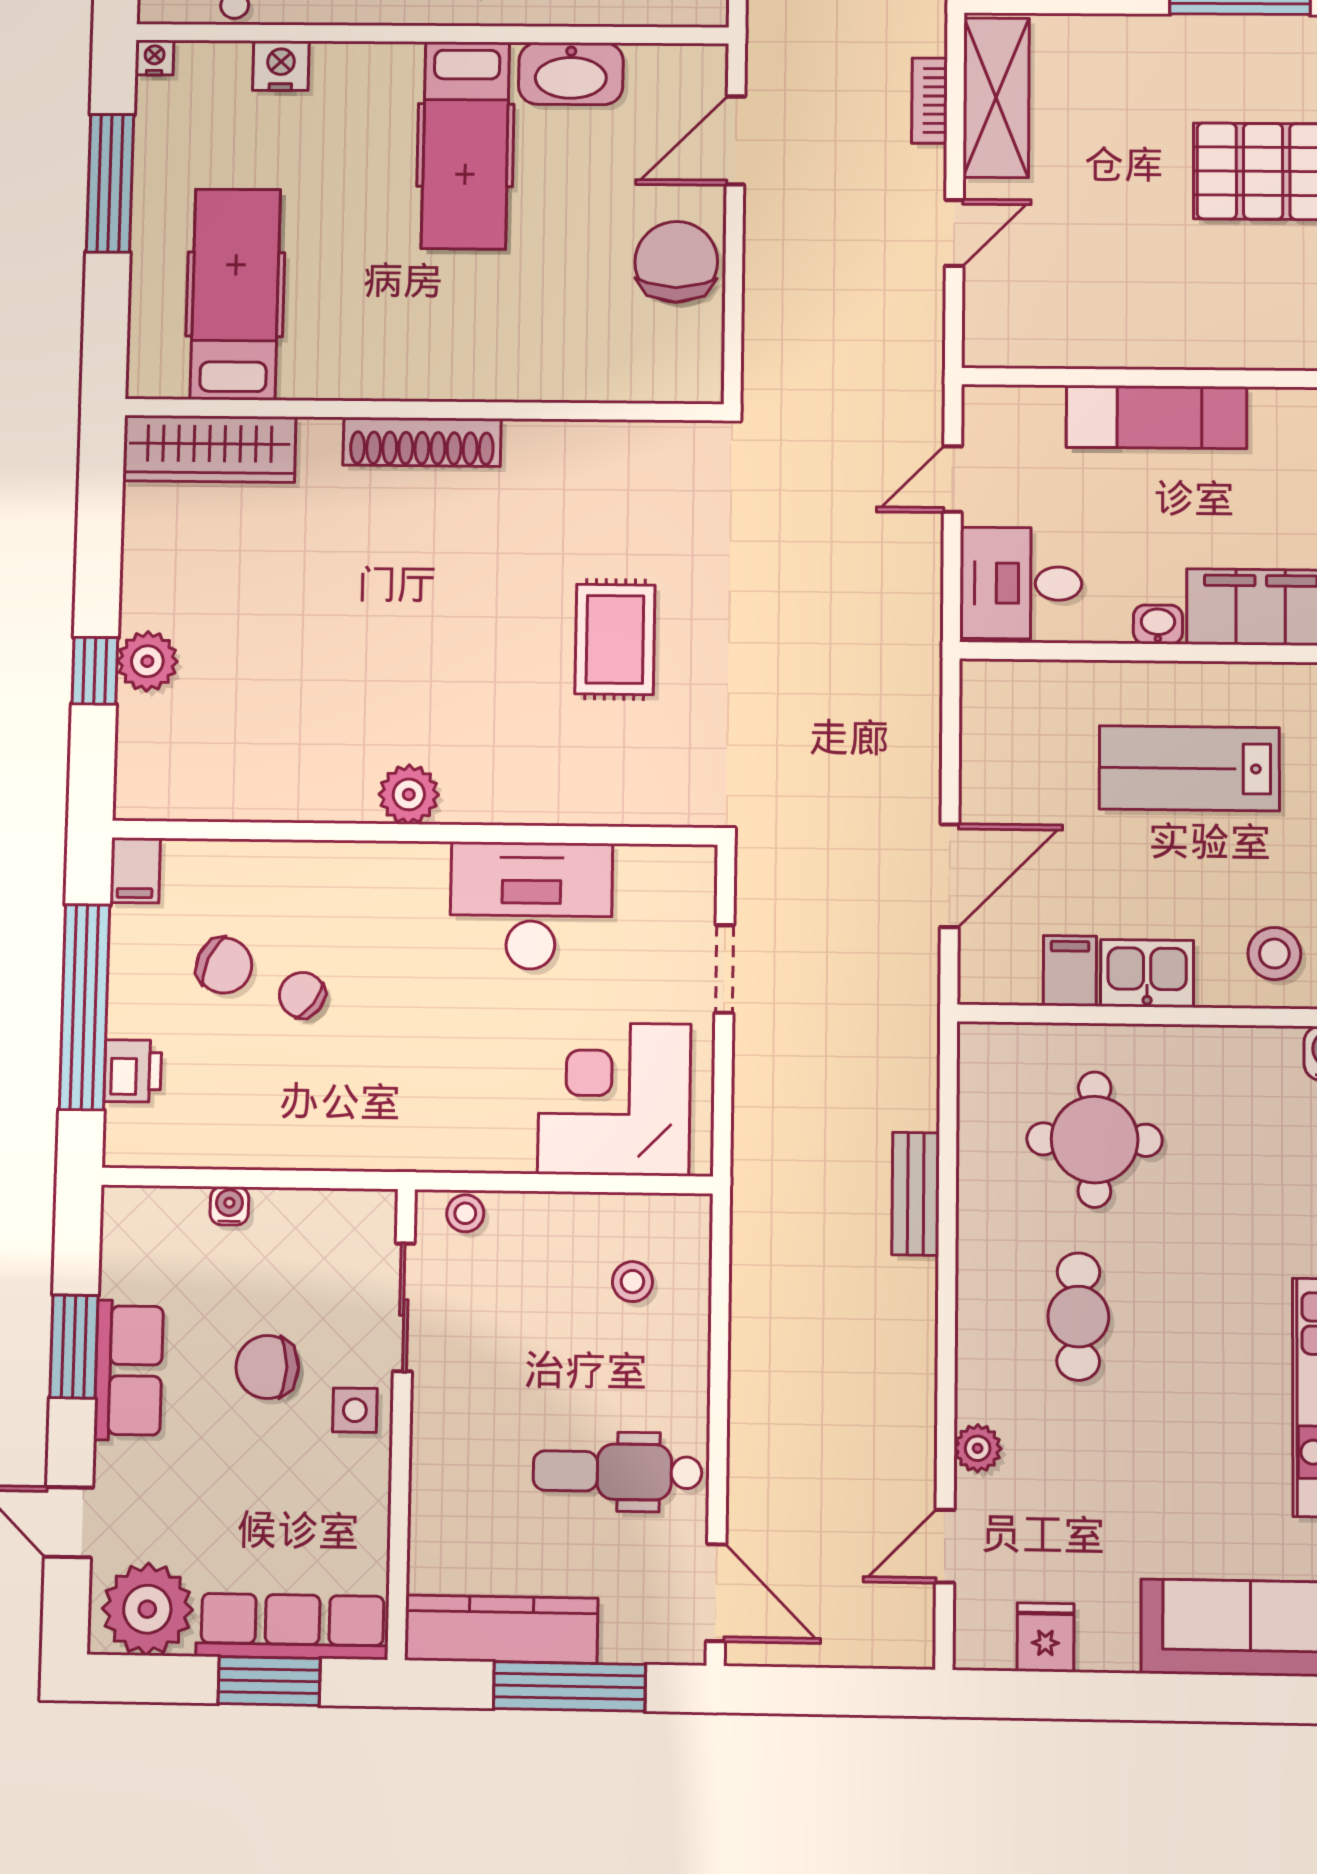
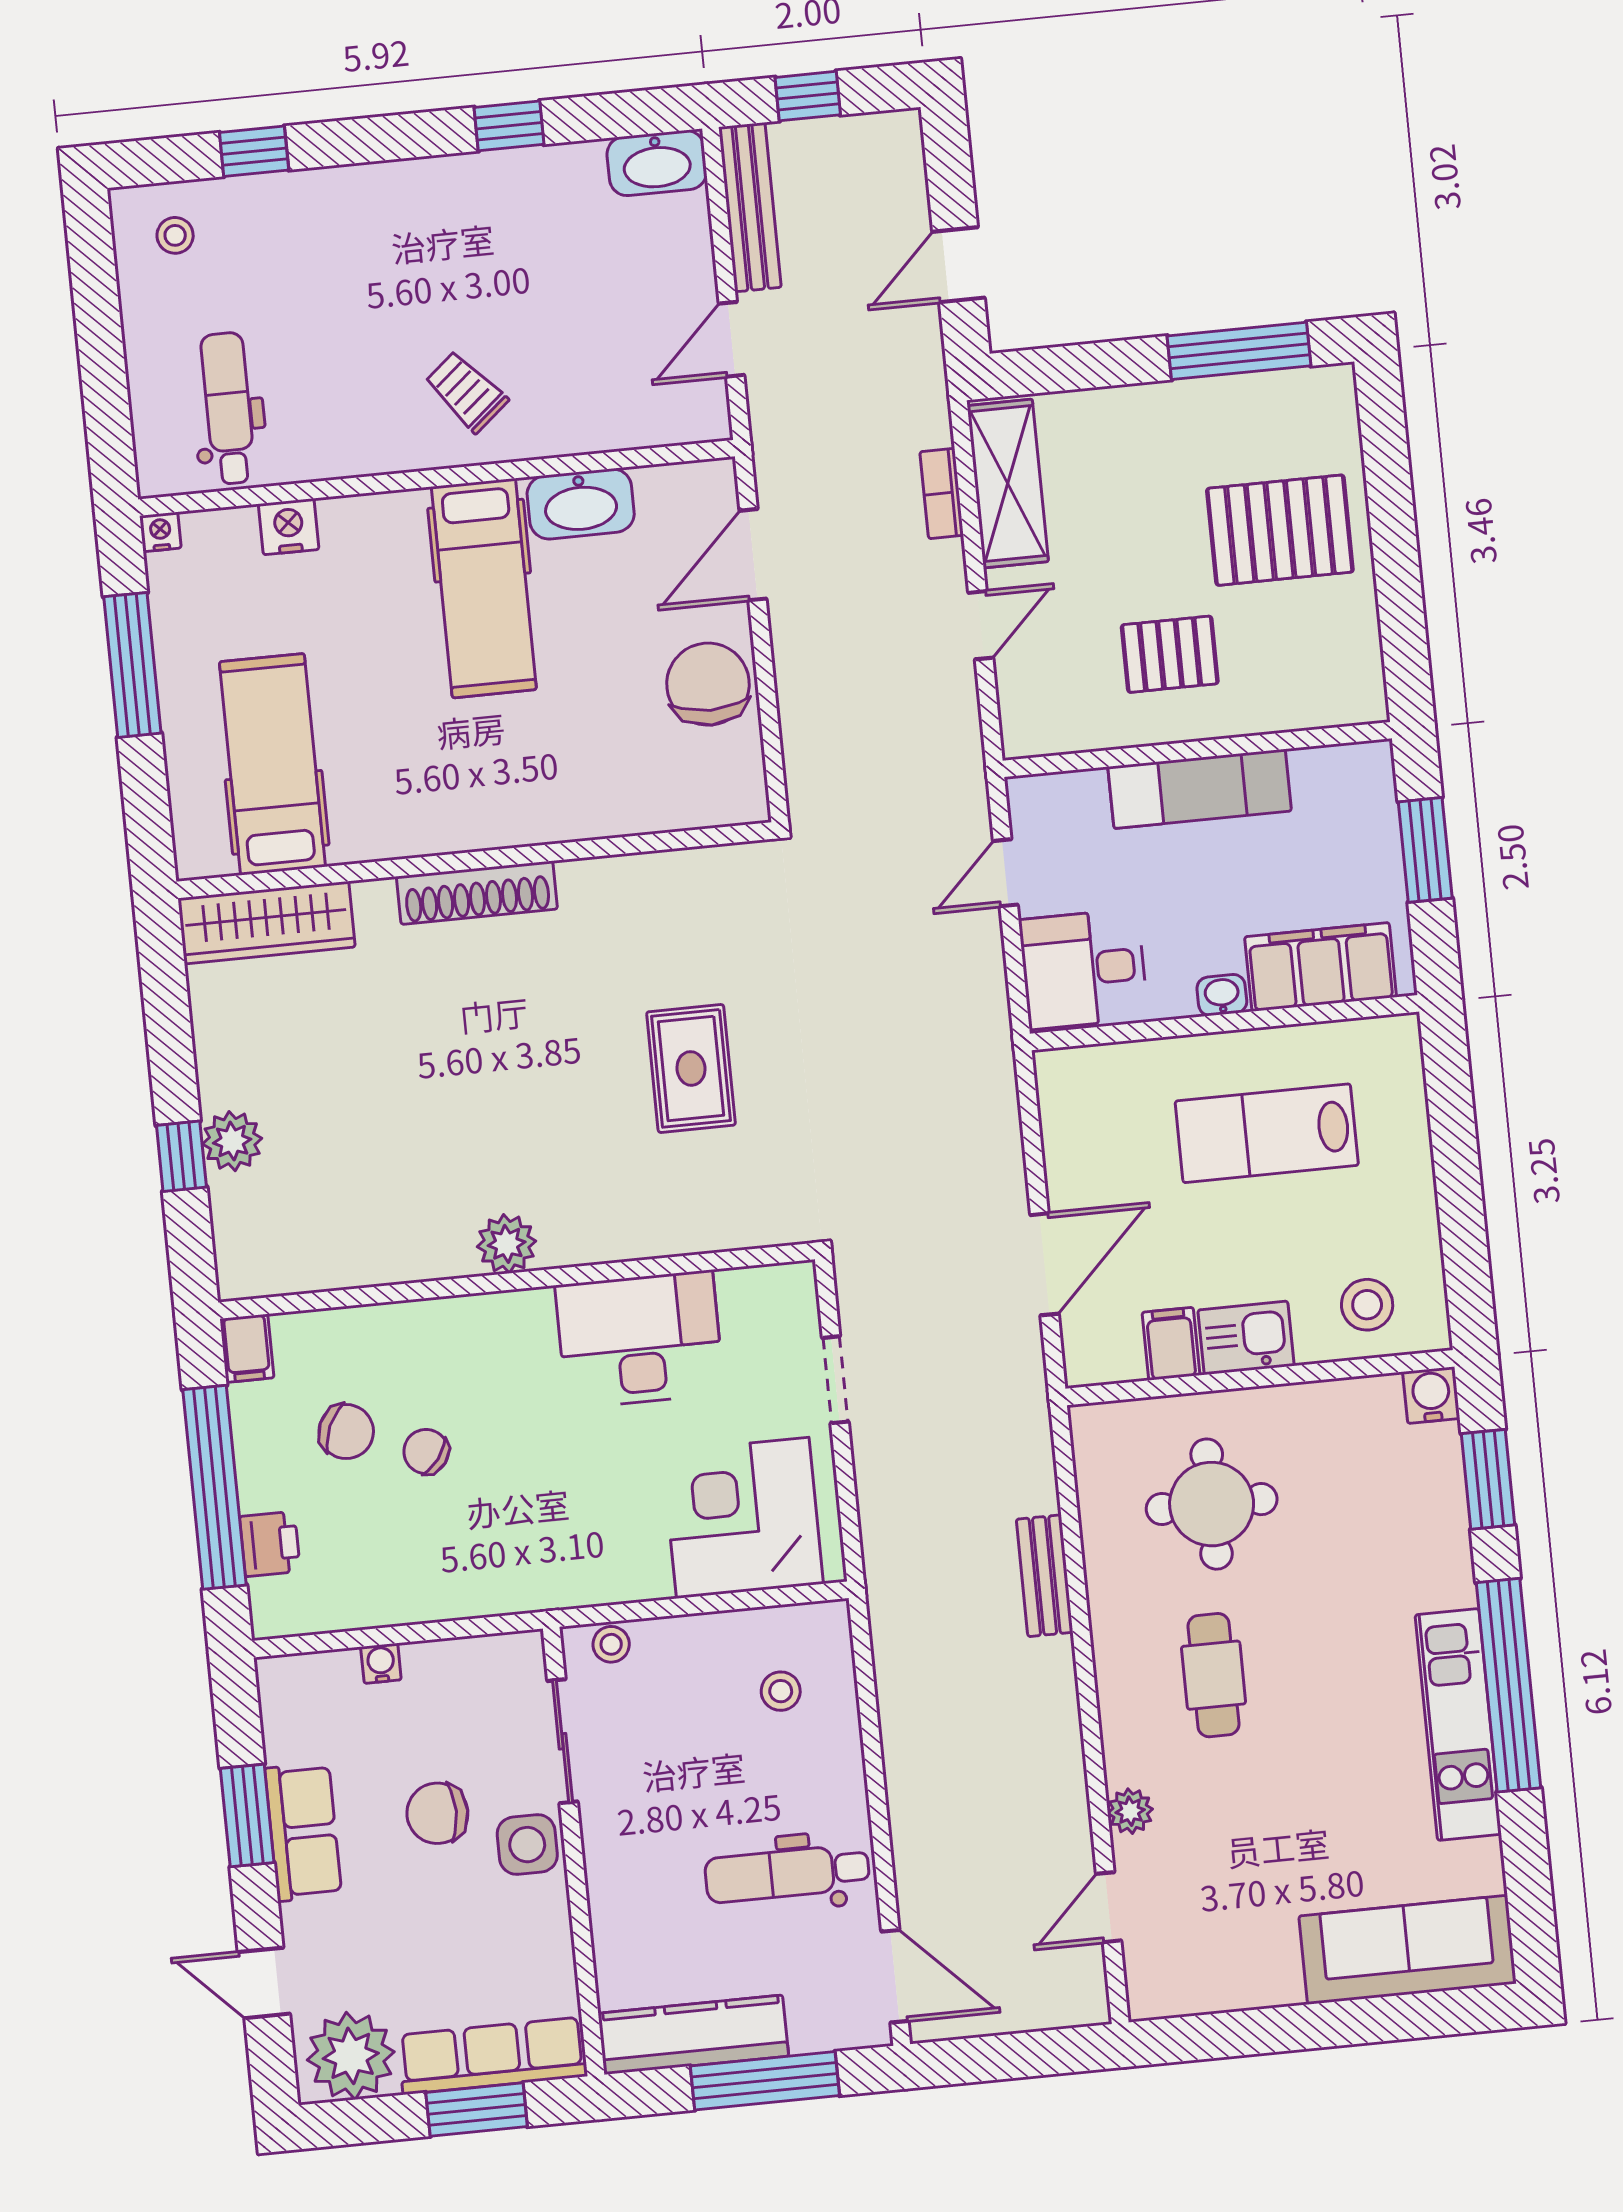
pallet: (1140, 281) -> (1170, 654), added
side table: (355, 1410) -> (527, 1845), width x1.37, depth x1.37
fridge: (1045, 1637) -> (1214, 1981), removed

